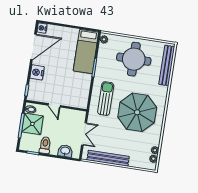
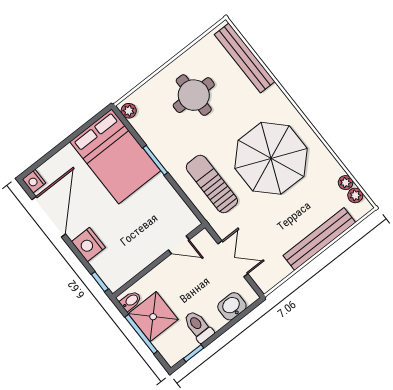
bed: (86, 51) -> (115, 156), width x1.50
round table: (134, 59) -> (194, 95), width x0.73, depth x0.73
door: (54, 105) -> (179, 245), moved
bench: (108, 158) -> (319, 239), moved

